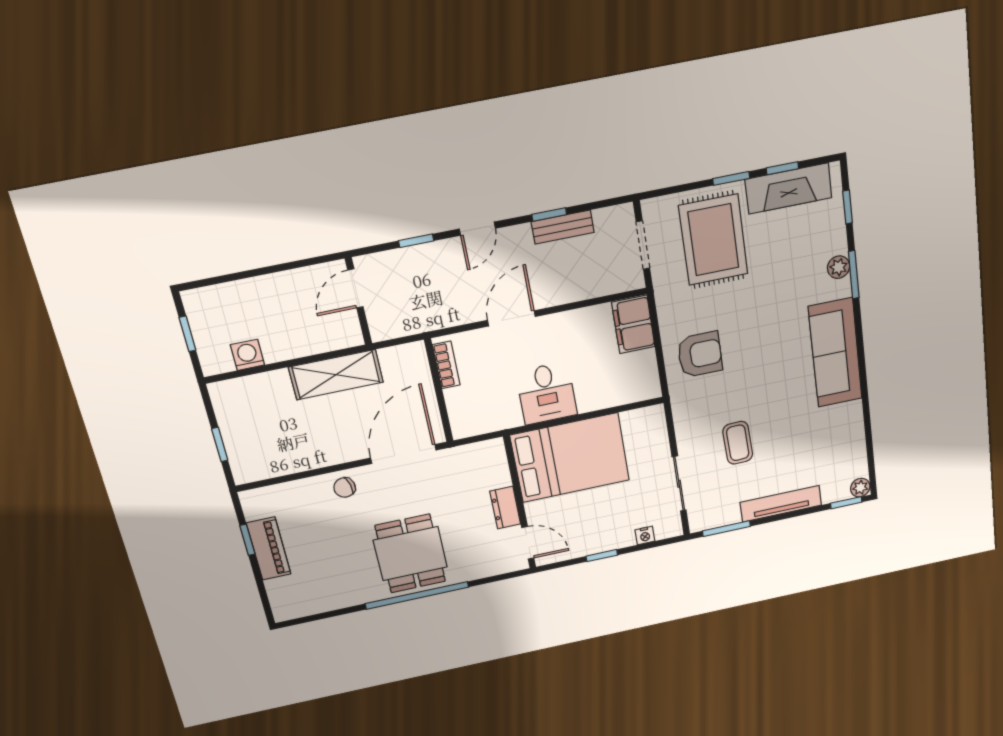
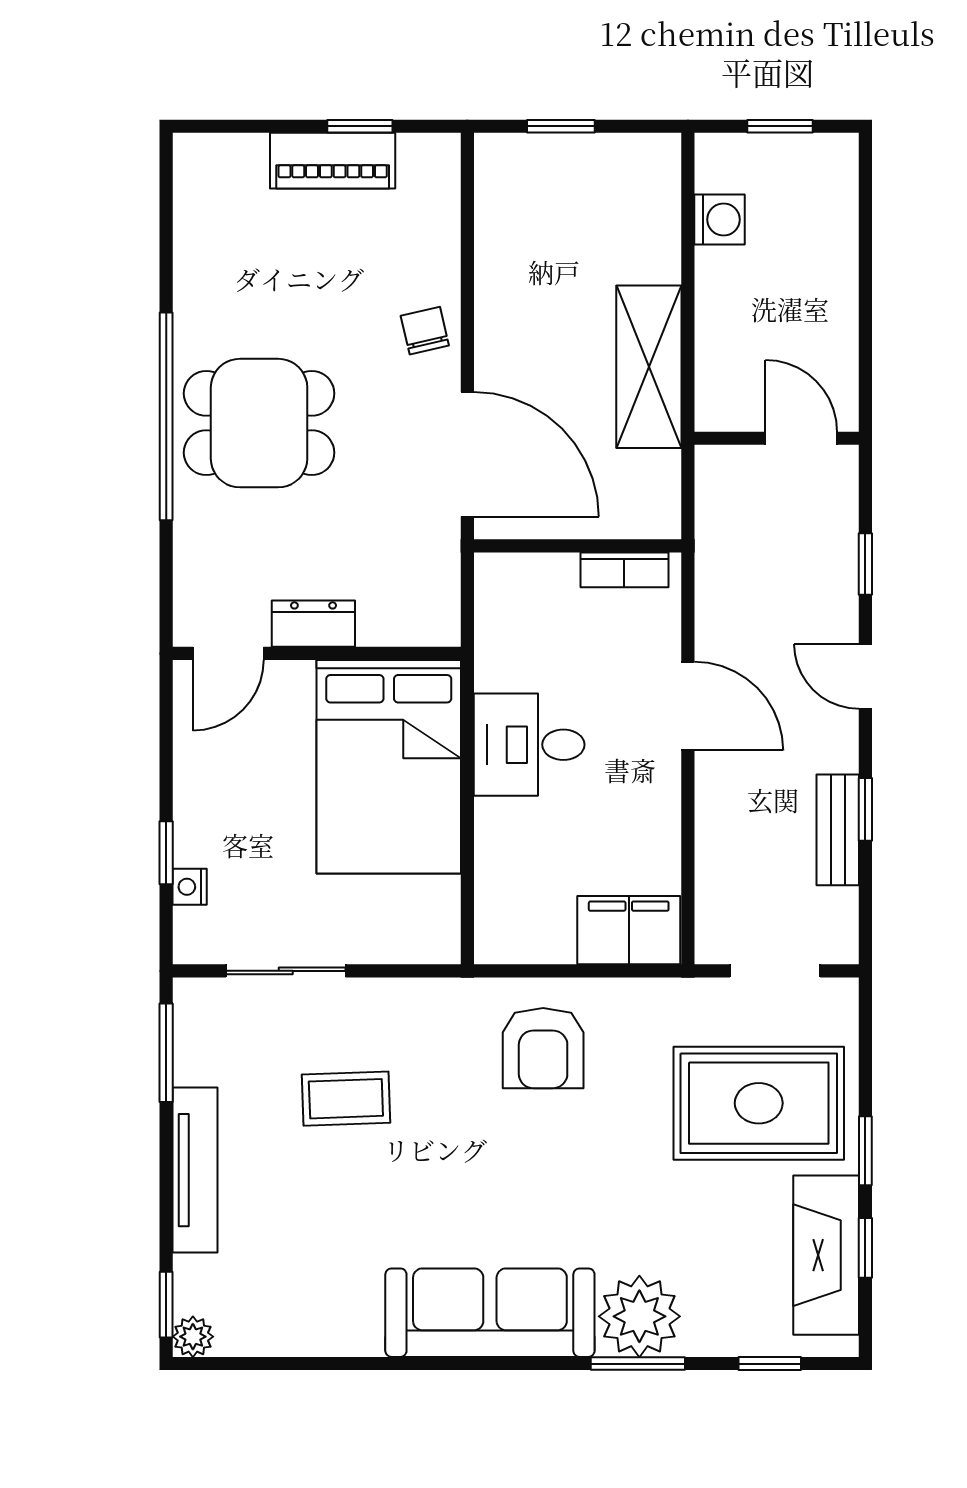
plant: (839, 267) -> (639, 1316), width x1.87, depth x1.87
window: (602, 556) -> (166, 853), moved

